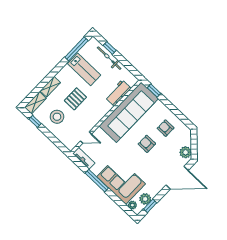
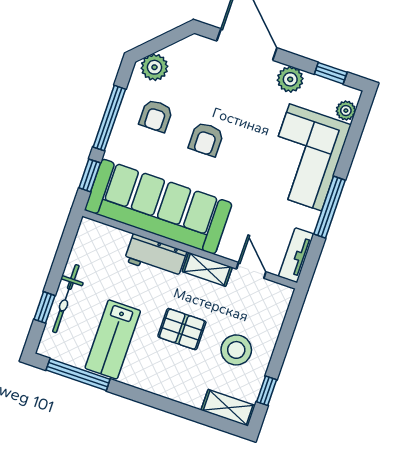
lab bench: (84, 69) -> (113, 339), turned 180
shelving: (50, 87) -> (207, 269), moved
workbench: (118, 93) -> (155, 256), moved
window: (173, 109) -> (109, 118), added
plant: (186, 152) -> (154, 67), moved
plant: (145, 199) -> (290, 79), moved

